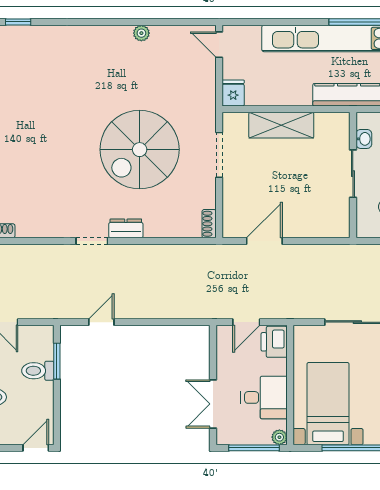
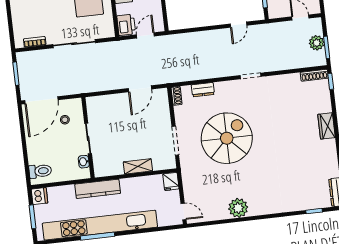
plant: (141, 33) -> (238, 208), width x1.87, depth x1.87
shelving: (281, 125) -> (138, 166), width x0.67, depth x0.75
dresser: (126, 228) -> (203, 90), moved

